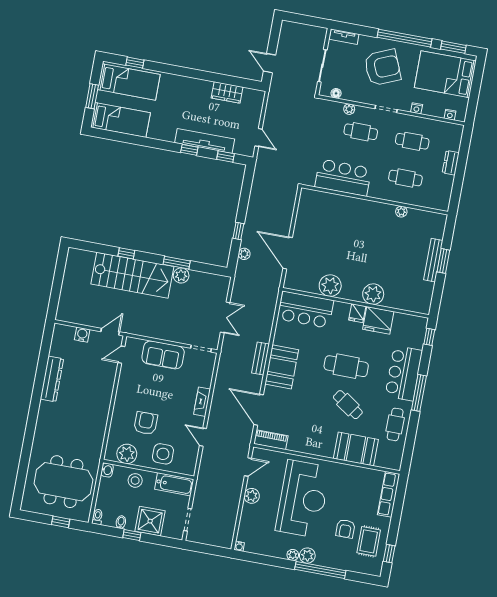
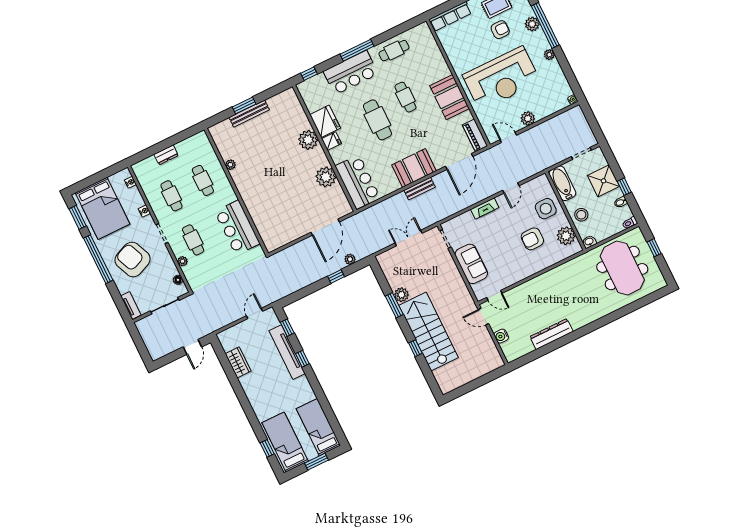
cafe table: (348, 405) -> (405, 97), turned -34
booth: (356, 449) -> (449, 97), moved
reception desk: (303, 499) -> (501, 78), turned 180
plant: (307, 556) -> (532, 24), moved

